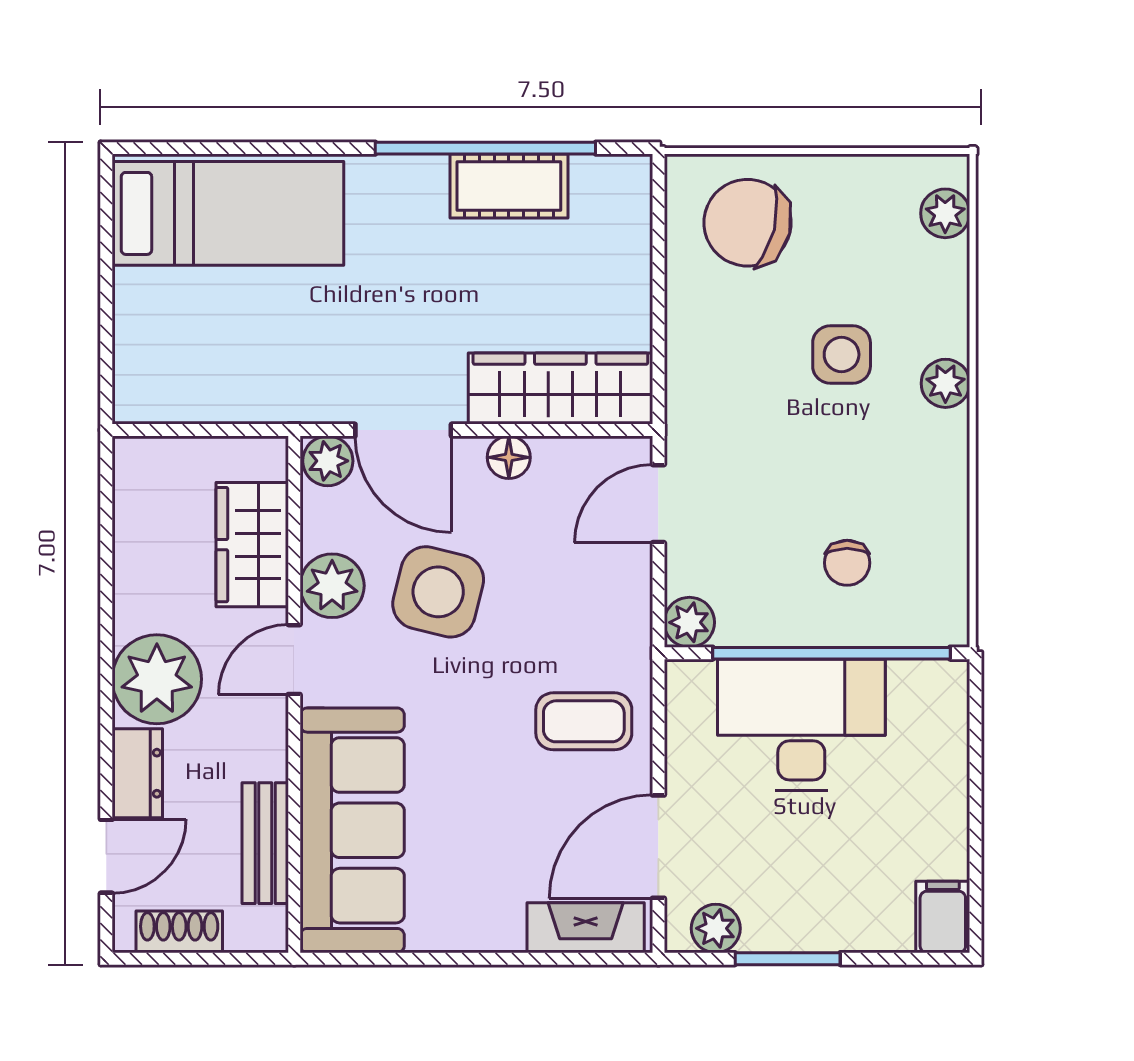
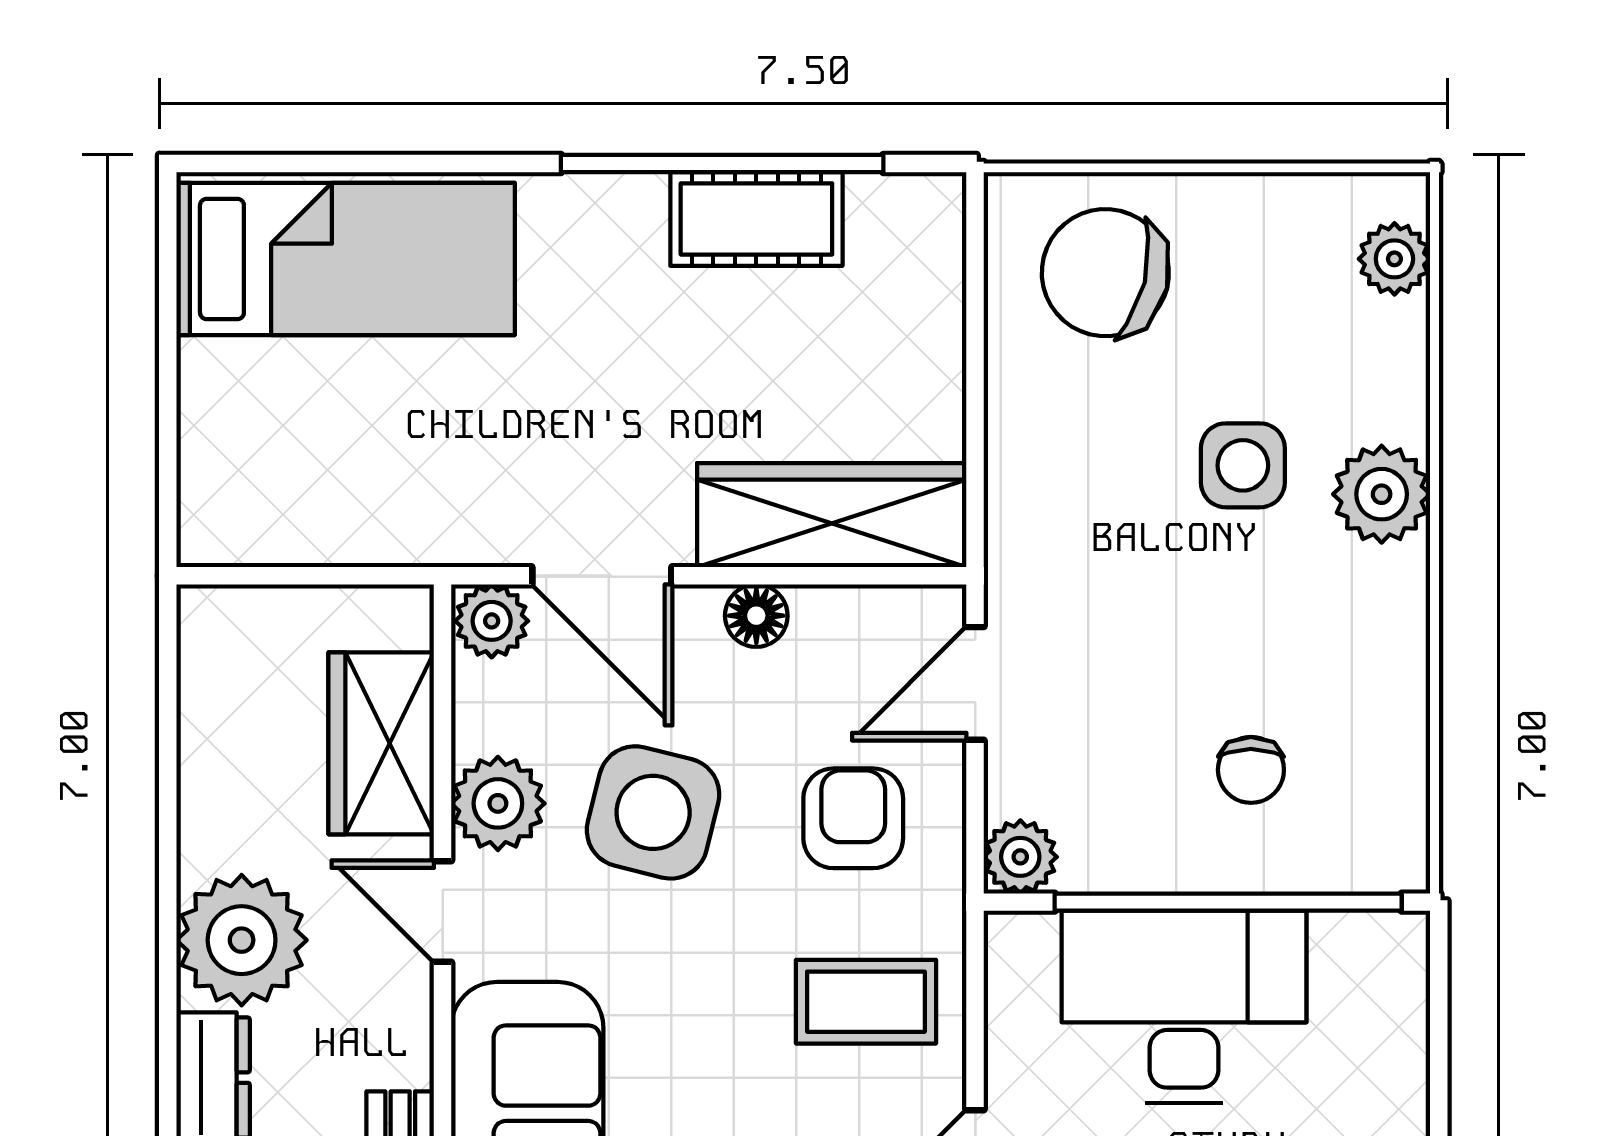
plant: (945, 383) -> (1382, 494), width x1.38, depth x1.38
armchair: (575, 596) -> (853, 818), added
door: (294, 660) -> (443, 911), hinge flipped

